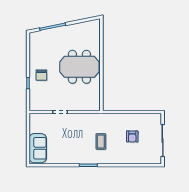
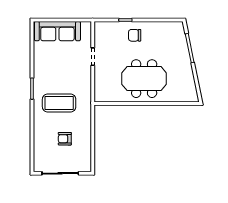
meeting table: (79, 67) -> (144, 79), turned 90
coffee table: (101, 141) -> (59, 103), width x1.86, depth x1.72
sofa: (38, 148) -> (57, 31), width x1.36

